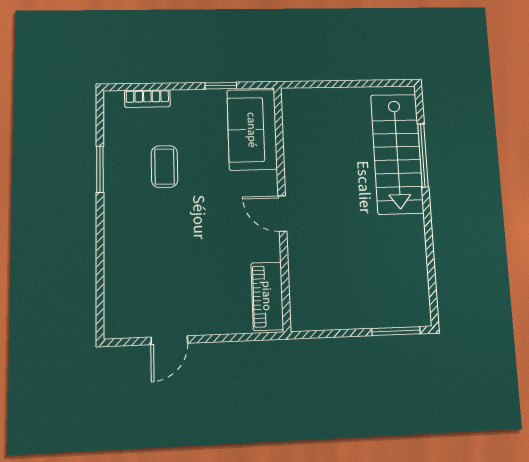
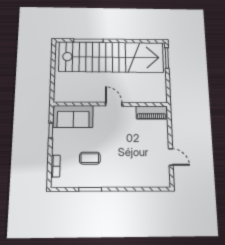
stairs: (397, 154) -> (111, 57), width x1.86, depth x1.51
door: (282, 214) -> (114, 104), swing flipped

